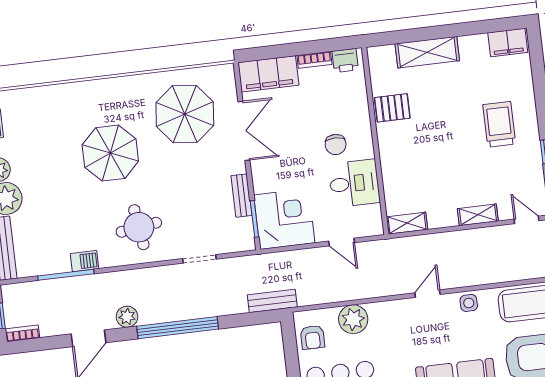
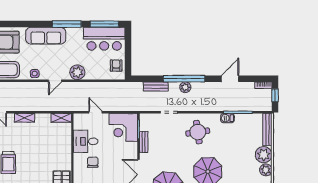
bench: (272, 301) -> (156, 87), moved
plant: (127, 317) -> (185, 87), moved
plant: (353, 319) -> (77, 72), moved

